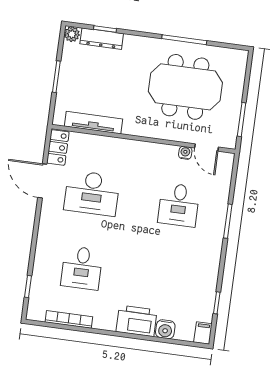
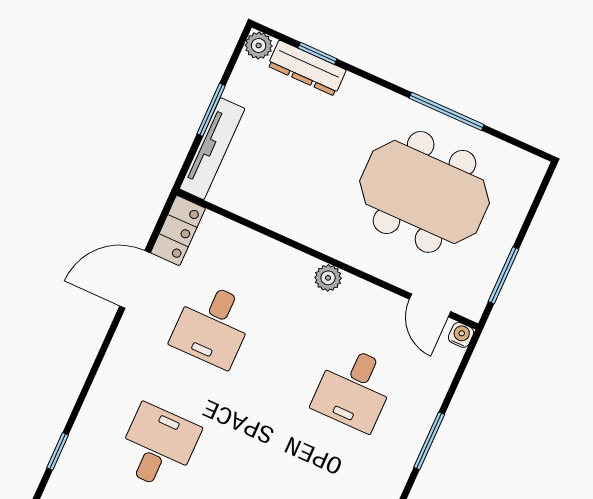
tv unit: (93, 123) -> (212, 149), moved, turned 90
plant: (147, 149) -> (328, 278), added
water cooler: (185, 153) -> (461, 335), moved
door: (42, 181) -> (135, 279), hinge flipped
desk: (92, 193) -> (213, 325), width x0.73
desk: (82, 268) -> (158, 447), turned 180

